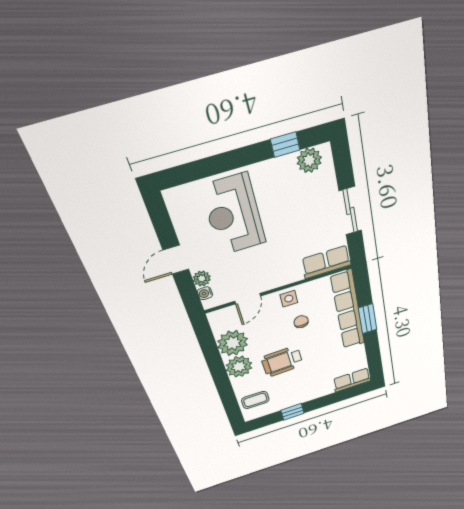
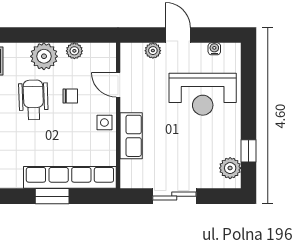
reception desk: (234, 215) -> (203, 94), turned 180
row of seats: (326, 262) -> (131, 136), moved
water cooler: (205, 293) -> (214, 49), moved
chair: (301, 322) -> (70, 96), moved
plant: (233, 343) -> (74, 51), width x0.53, depth x0.53

